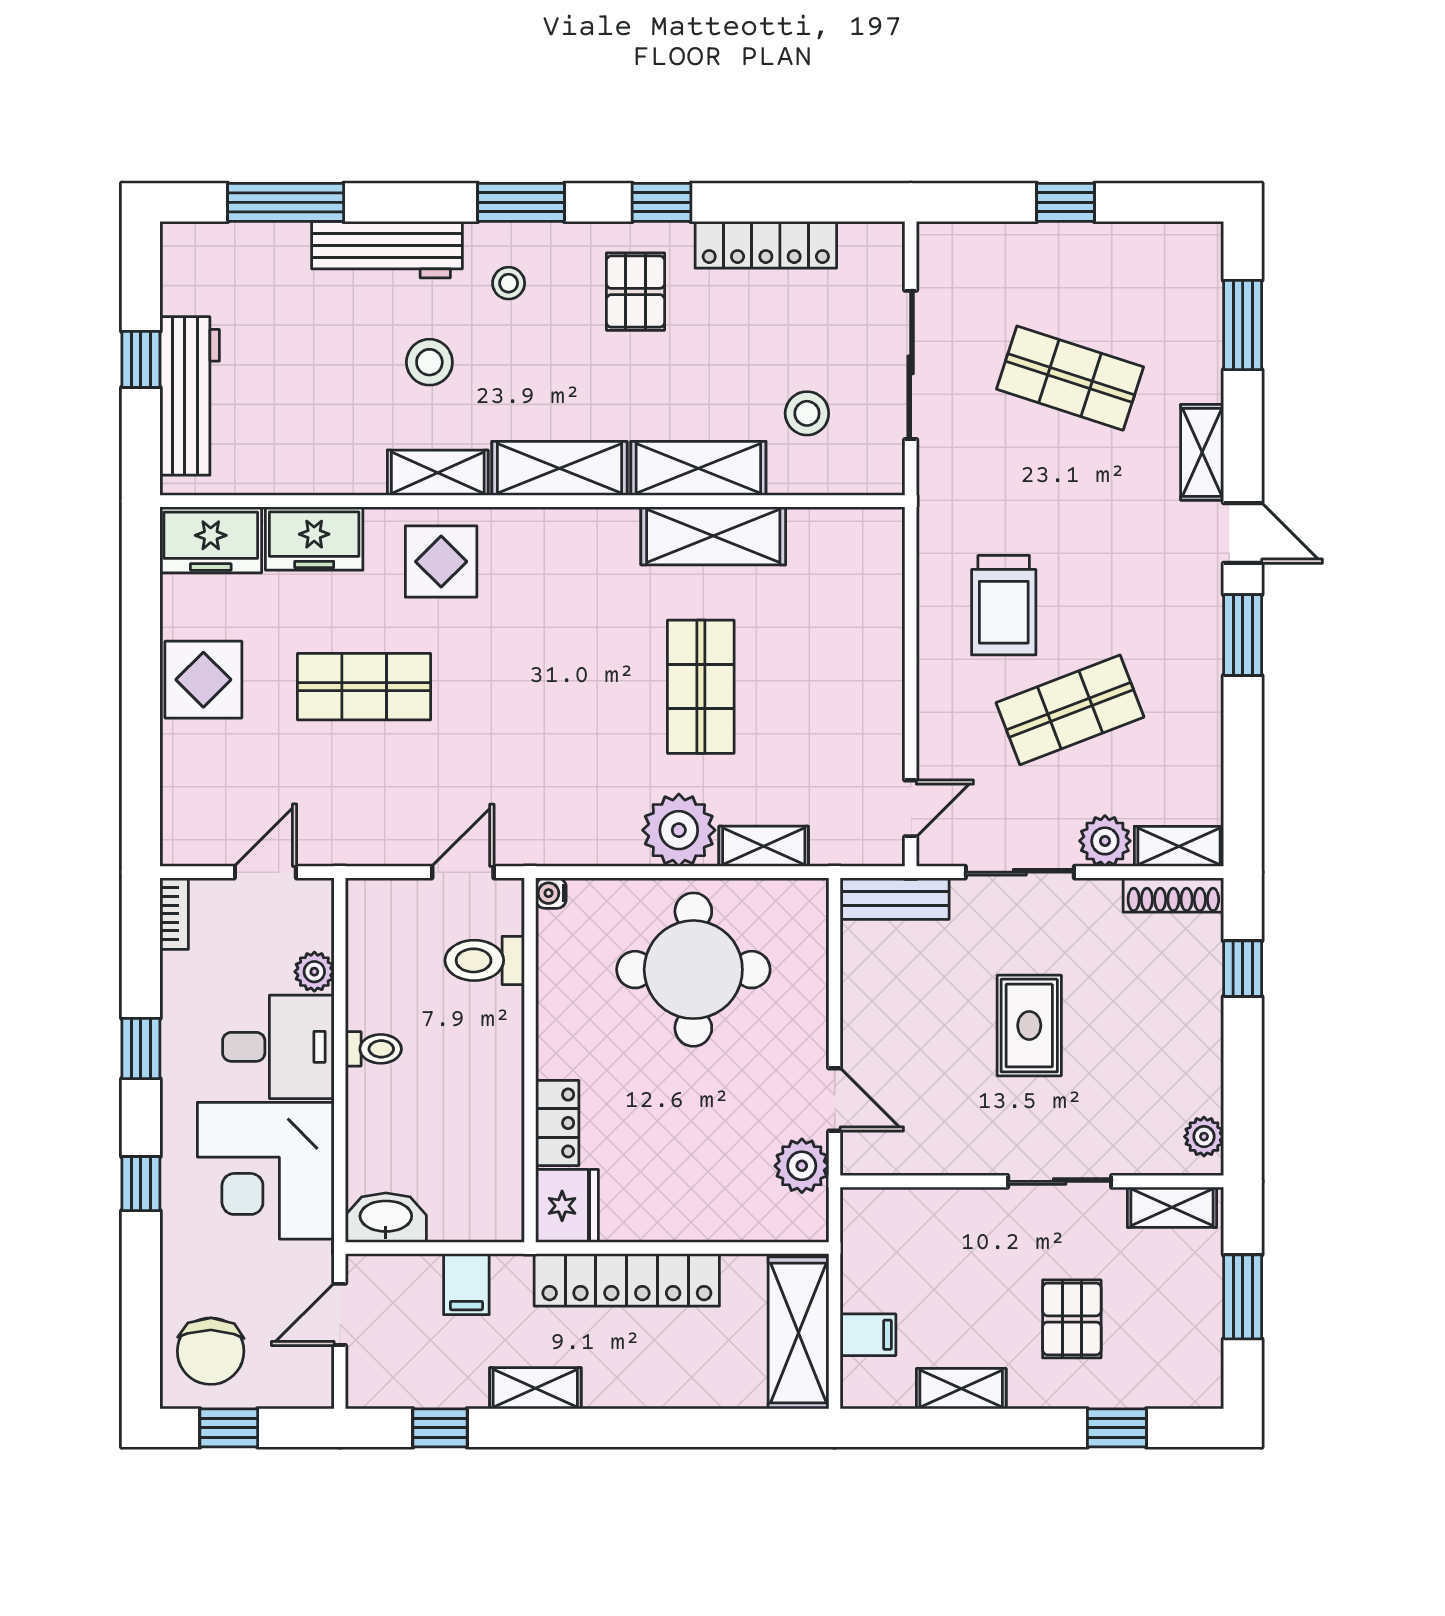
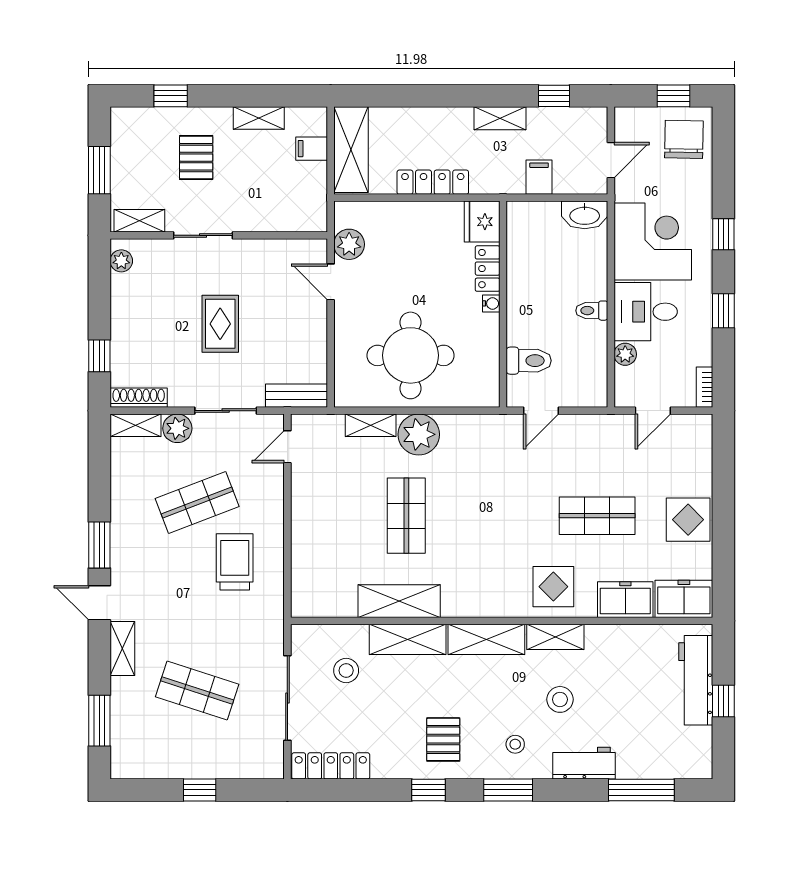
locker: (766, 245) -> (331, 766), moved
workbench: (387, 250) -> (584, 763), width x0.73
water cooler: (551, 893) -> (491, 303), moved
locker: (627, 1280) -> (433, 182), width x0.71, depth x0.83

